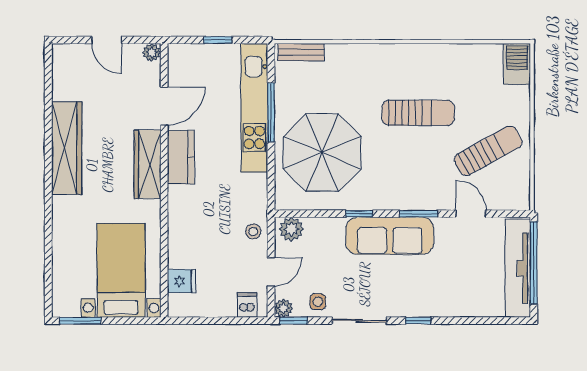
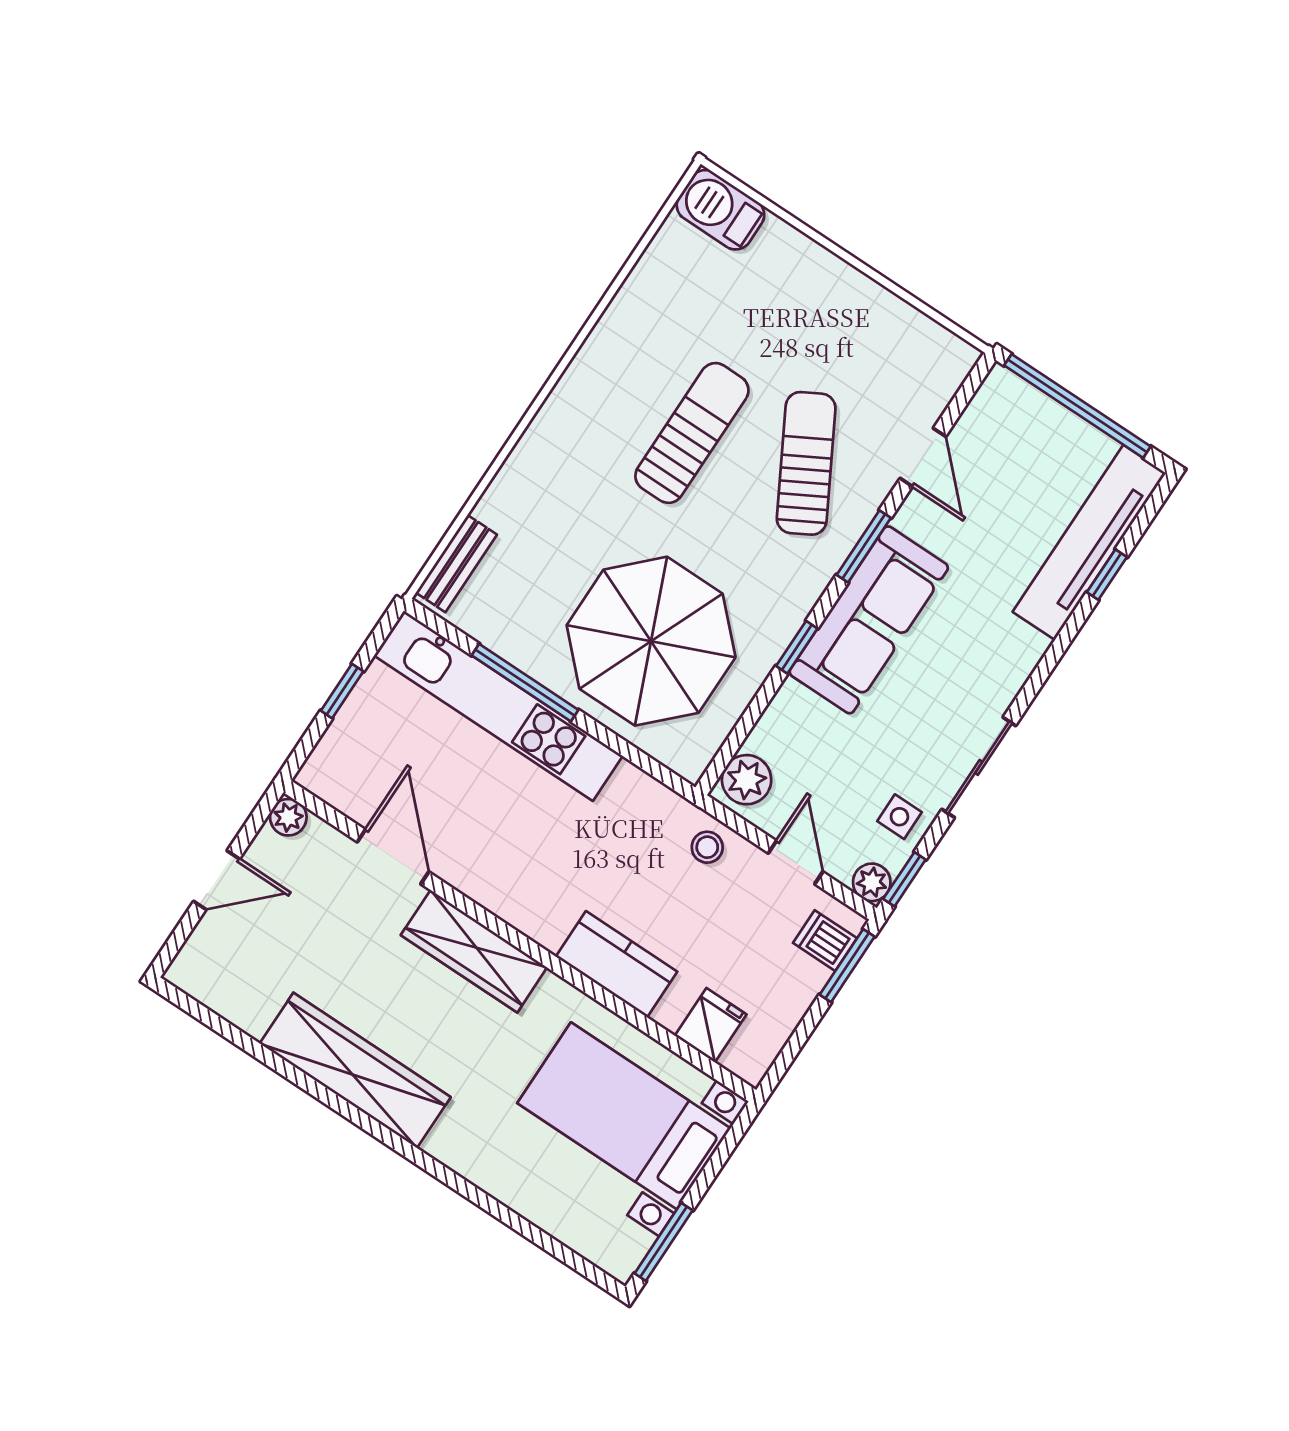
sun lounger: (488, 151) -> (806, 463), moved
kitchen counter: (181, 157) -> (616, 964), moved
door: (471, 214) -> (923, 457), swing flipped
tv unit: (518, 268) -> (1089, 542), moved, turned 90
window: (243, 321) -> (847, 966), added
window: (418, 321) -> (1107, 575), moved

